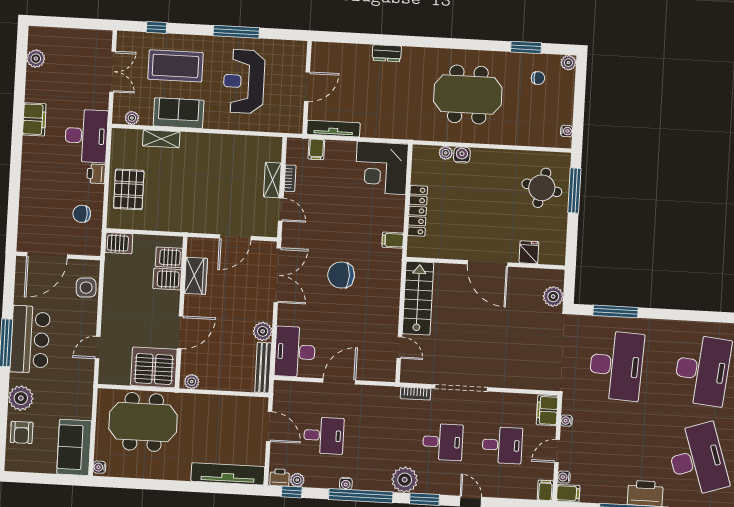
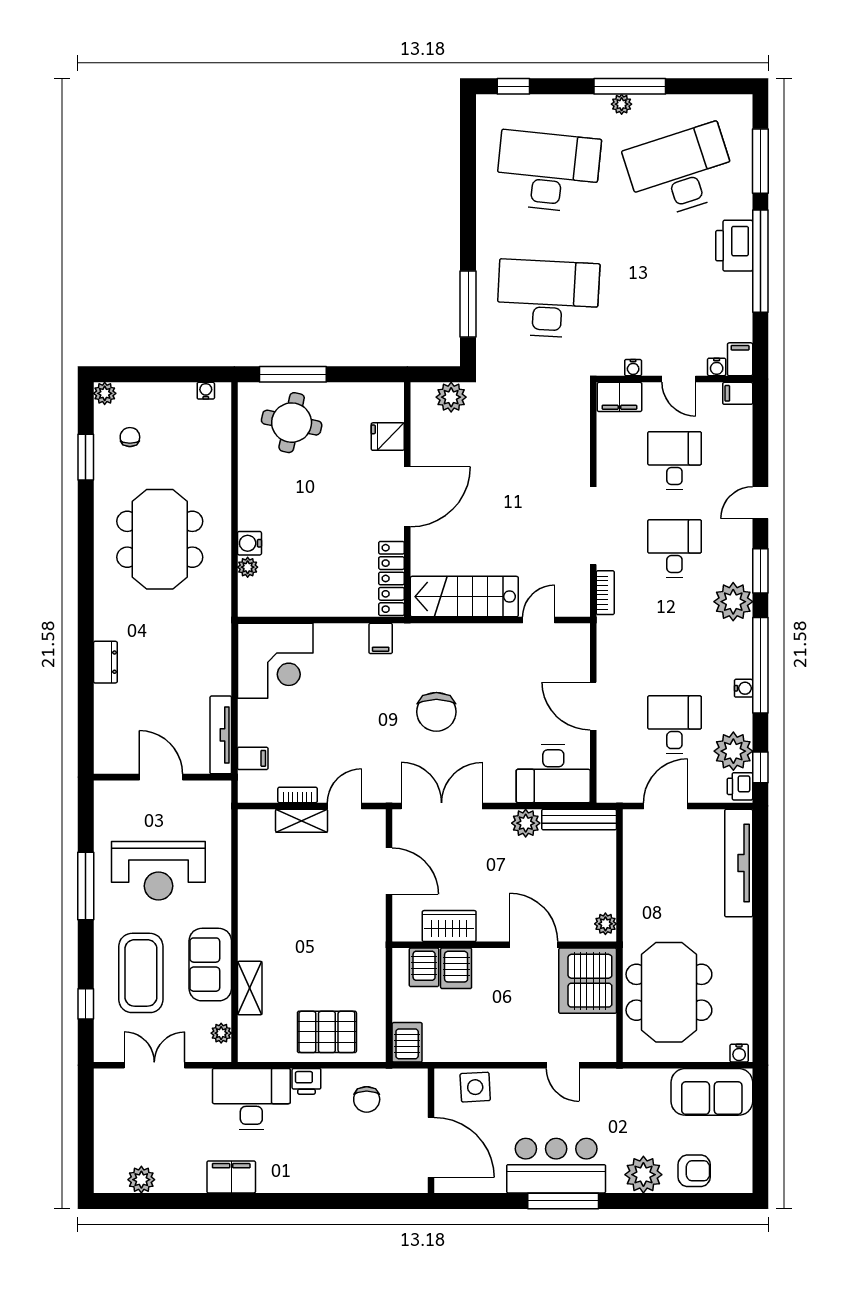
locker: (418, 211) -> (391, 578), moved, turned -90
plant: (297, 480) -> (733, 751), width x1.87, depth x1.87

